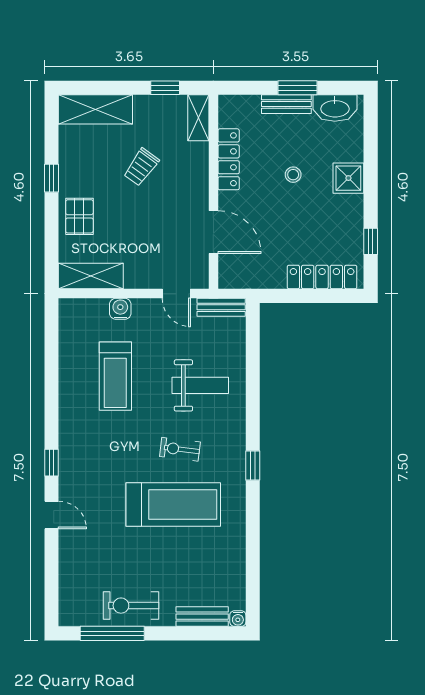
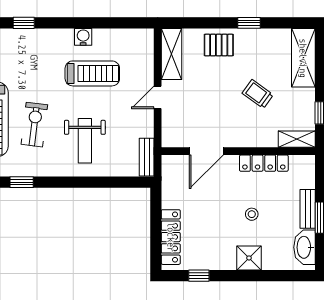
door: (176, 294) -> (158, 97), moved
water cooler: (120, 309) -> (83, 37), moved, turned -90
treadmill: (115, 376) -> (92, 73), turned 180
exercise bike: (180, 449) -> (34, 125), width x1.38, depth x1.39

